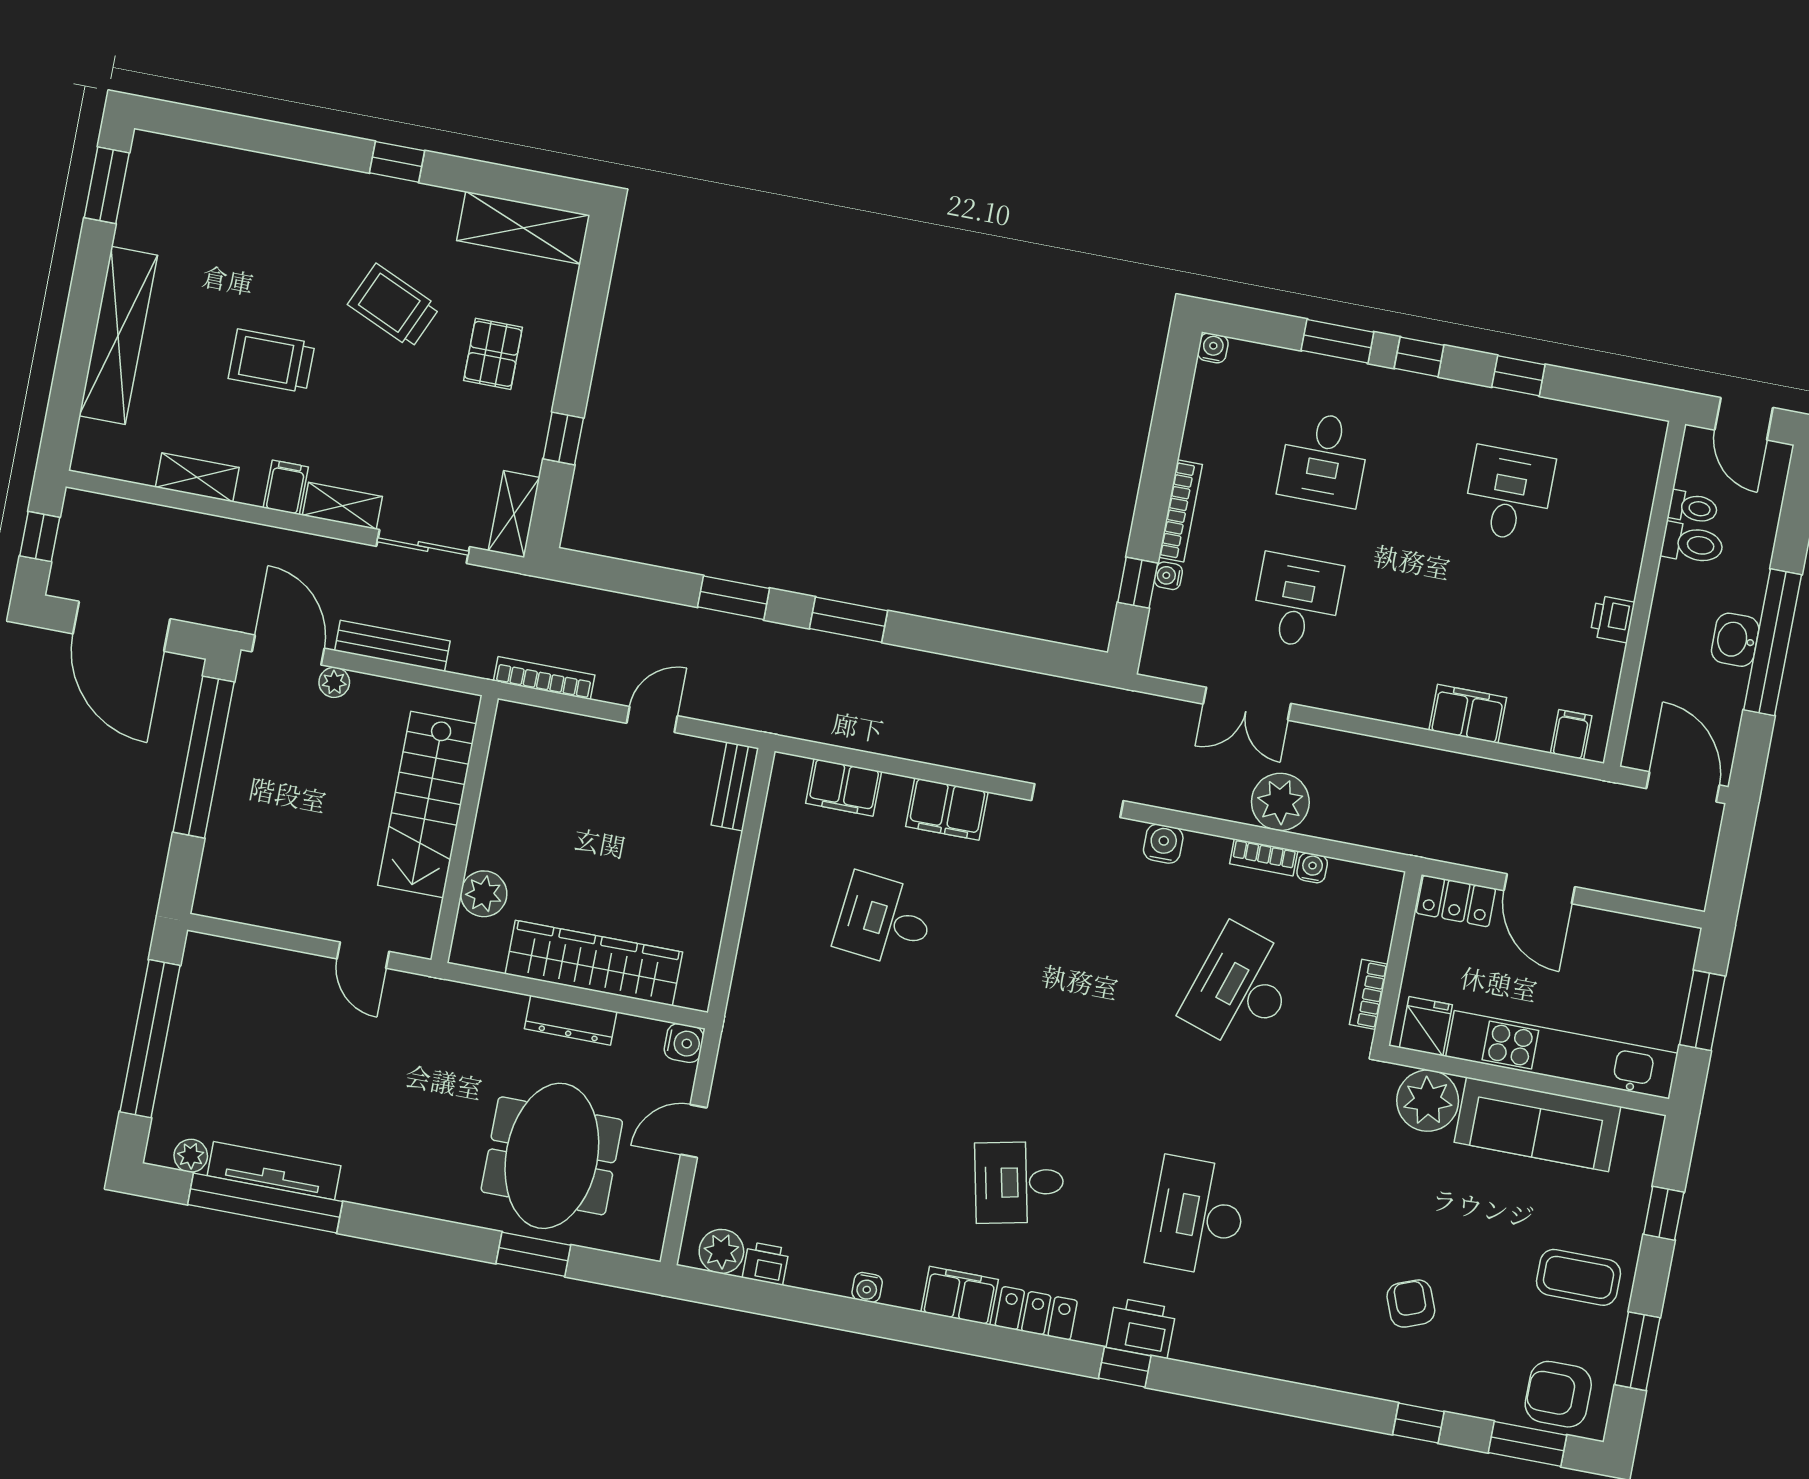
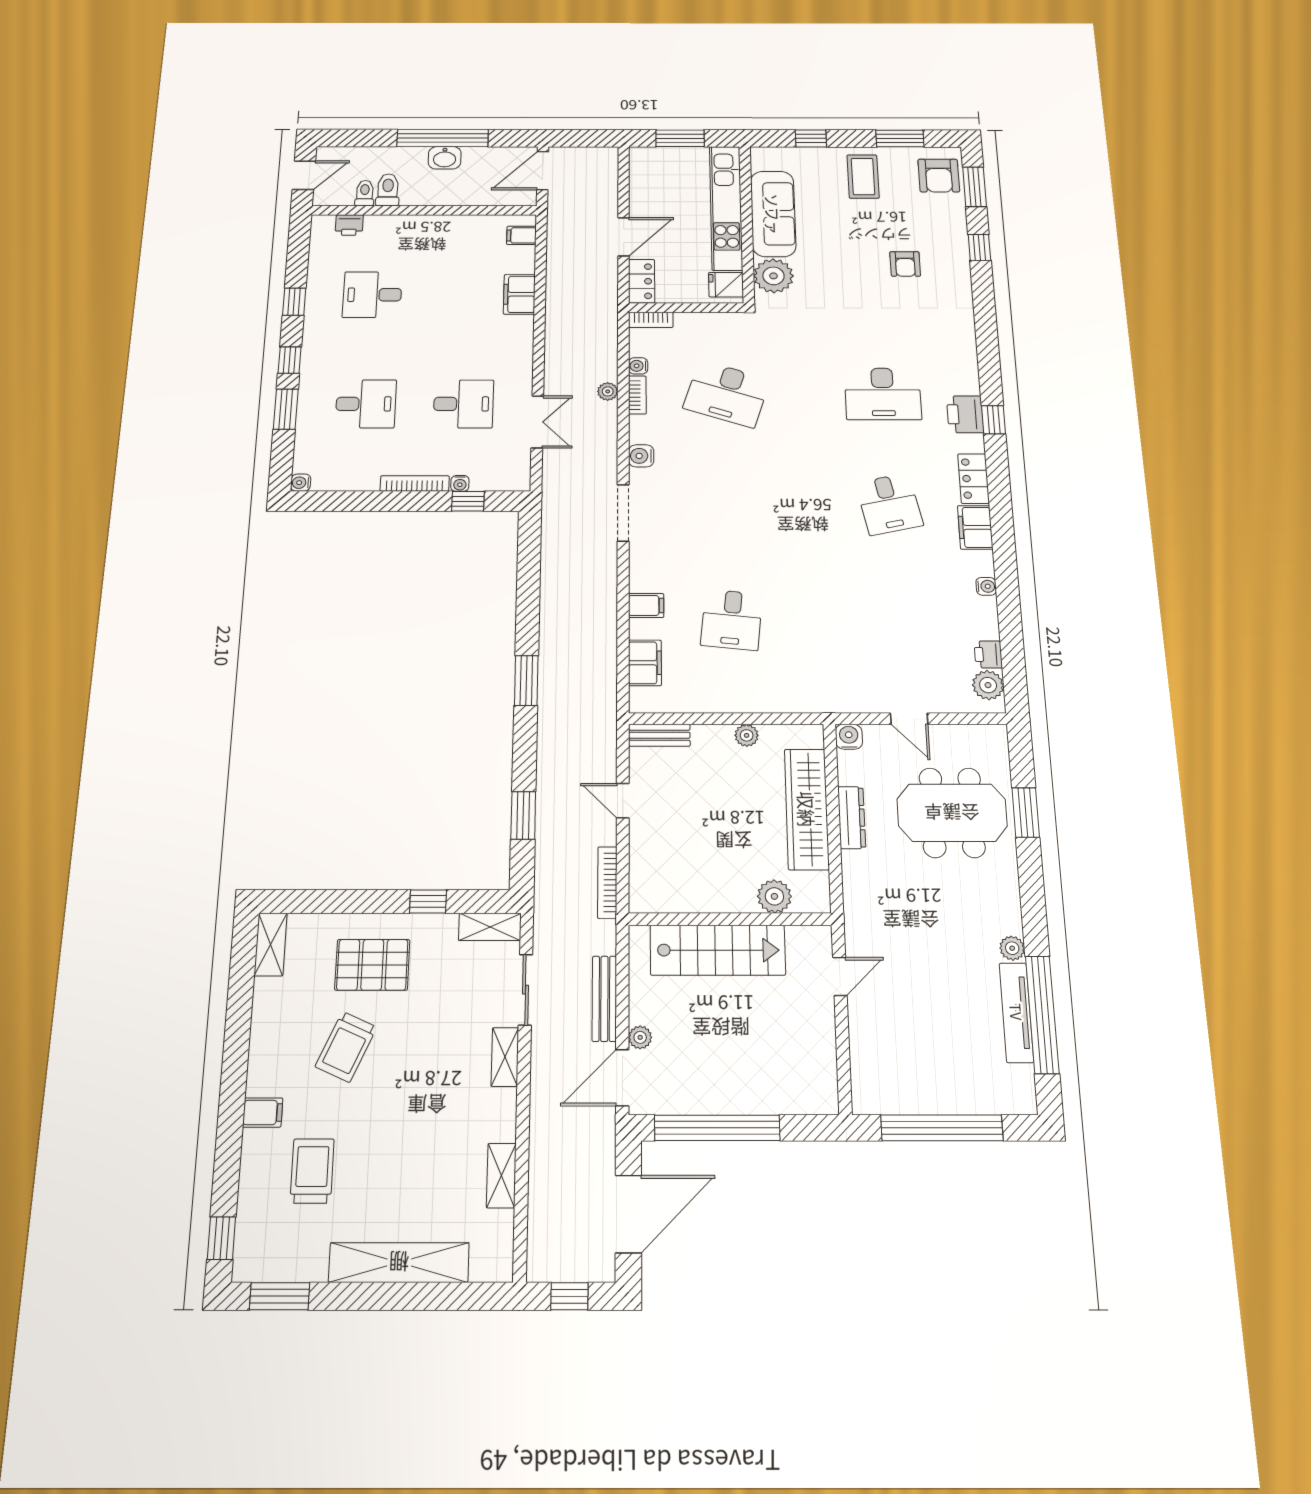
window: (397, 162) -> (221, 1238), moved
shelving: (523, 228) -> (271, 944), width x0.67, depth x0.75
pallet: (493, 354) -> (372, 965), width x1.50, depth x1.42
trolley: (272, 361) -> (312, 1171), moved, turned 180
filing cabinet: (286, 487) -> (263, 1113), moved, turned 180
window: (734, 598) -> (523, 815), moved
desk: (1297, 601) -> (463, 404), turned 180
printer: (1612, 619) -> (349, 225), moved
plant: (1280, 802) -> (608, 391), width x0.53, depth x0.53
filing cabinet: (947, 809) -> (646, 606), width x0.50
plant: (712, 905) -> (747, 735), added
bookcase: (1369, 994) -> (651, 320), moved
plant: (191, 1156) -> (1012, 948), moved
armchair: (1411, 1304) -> (905, 264), turned -69

